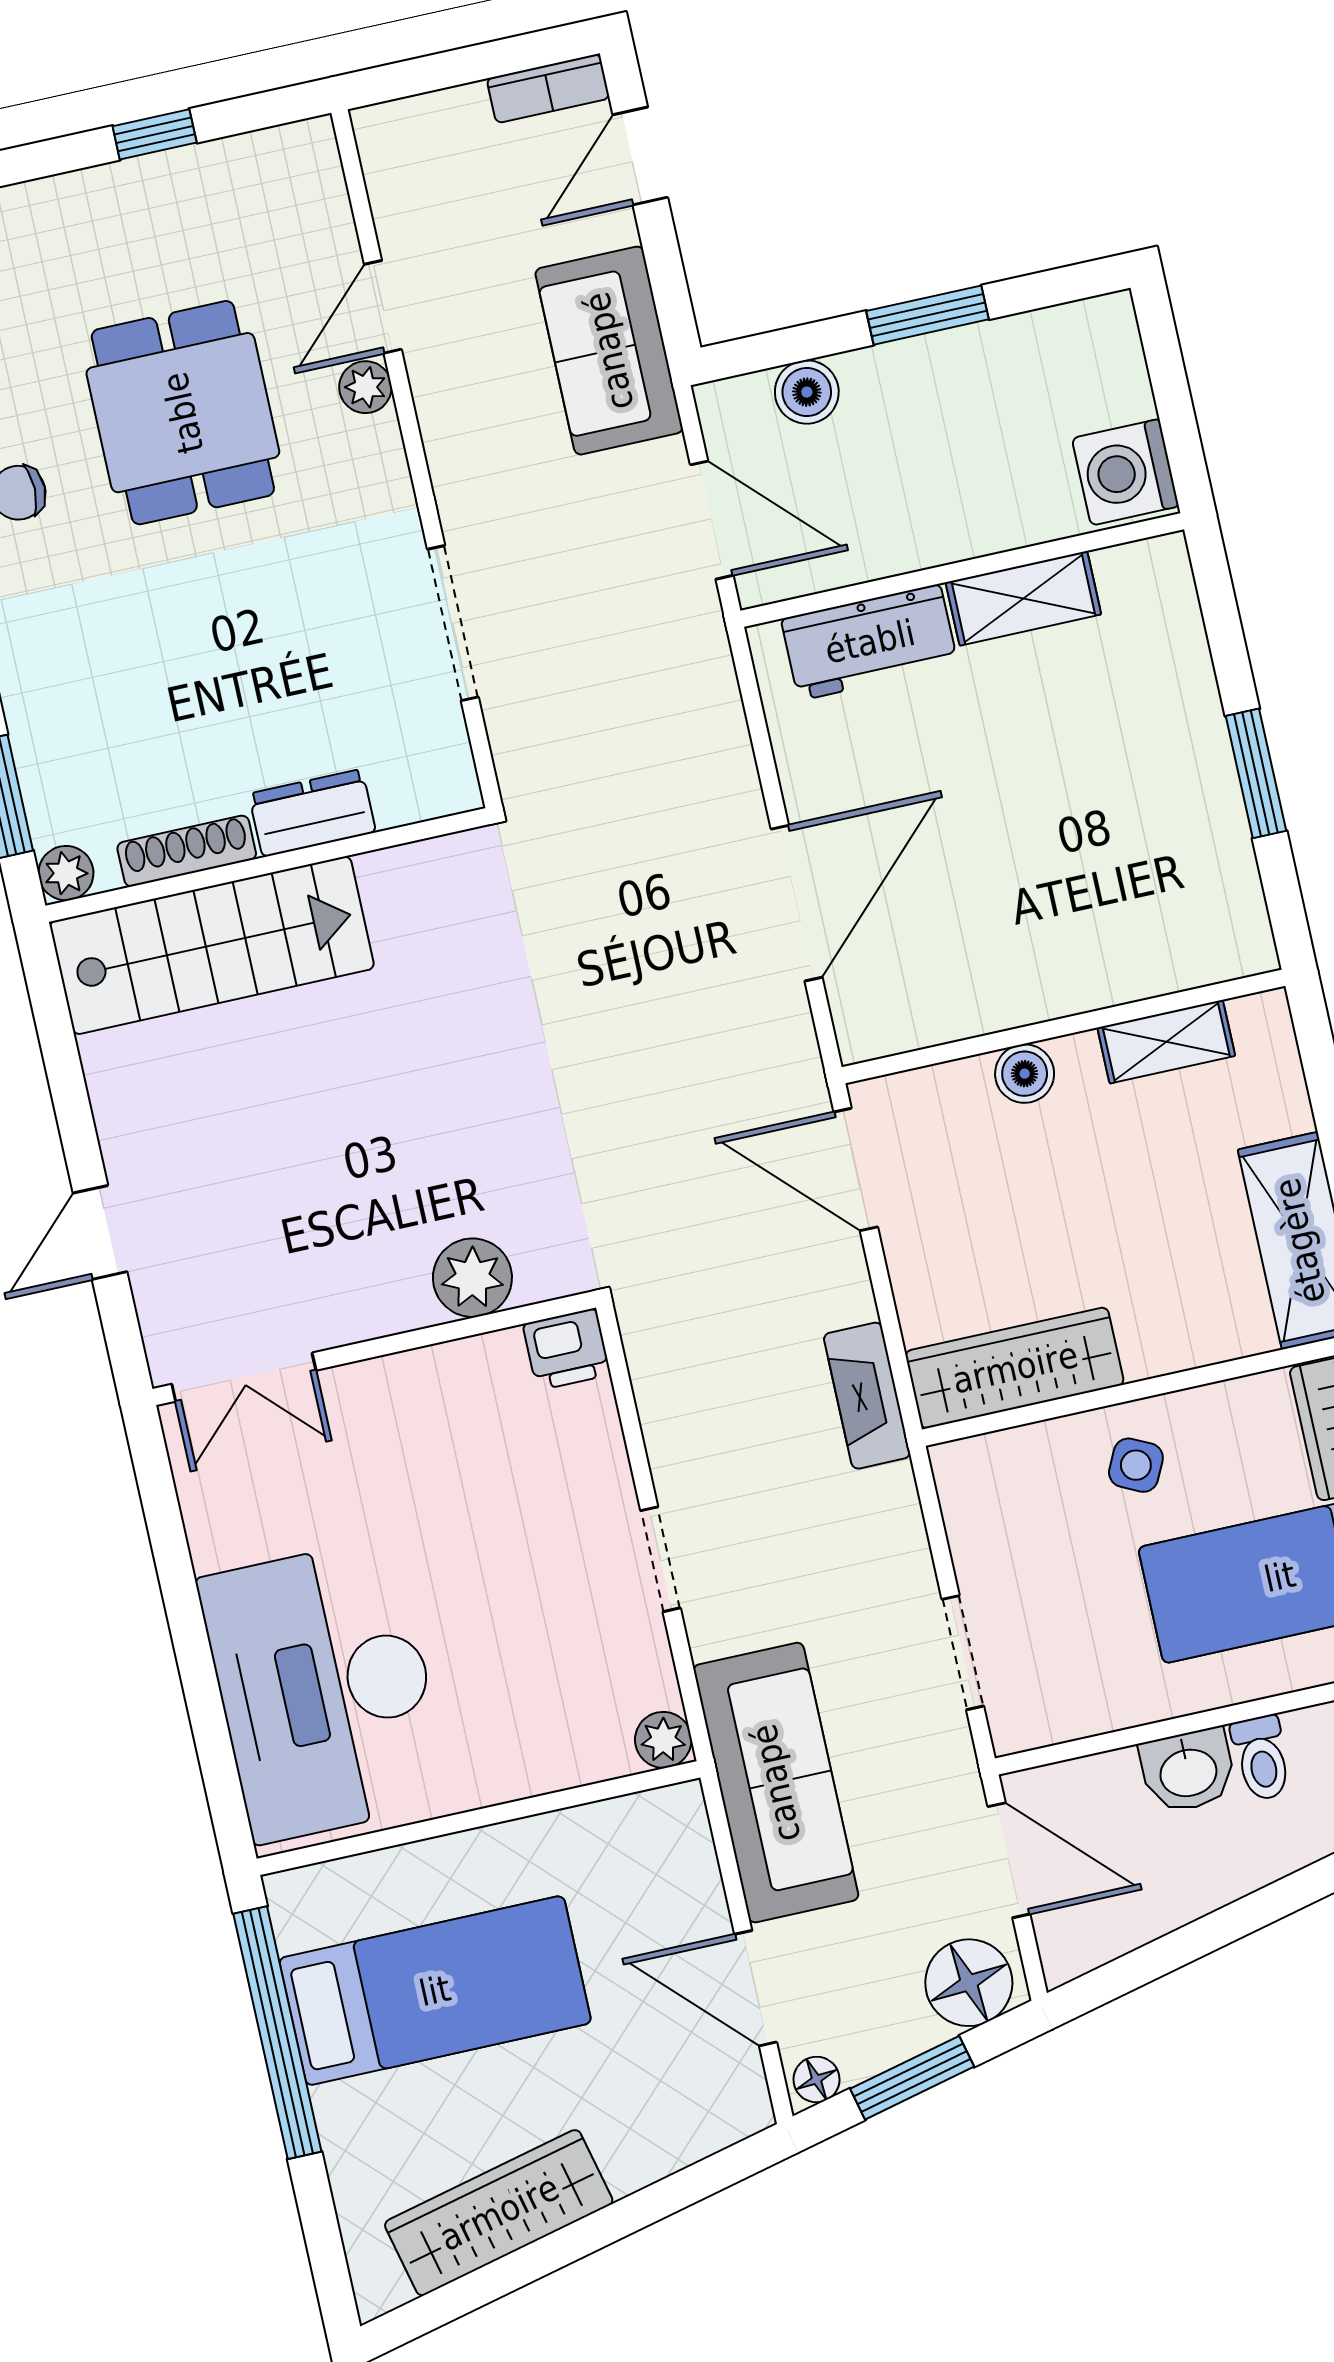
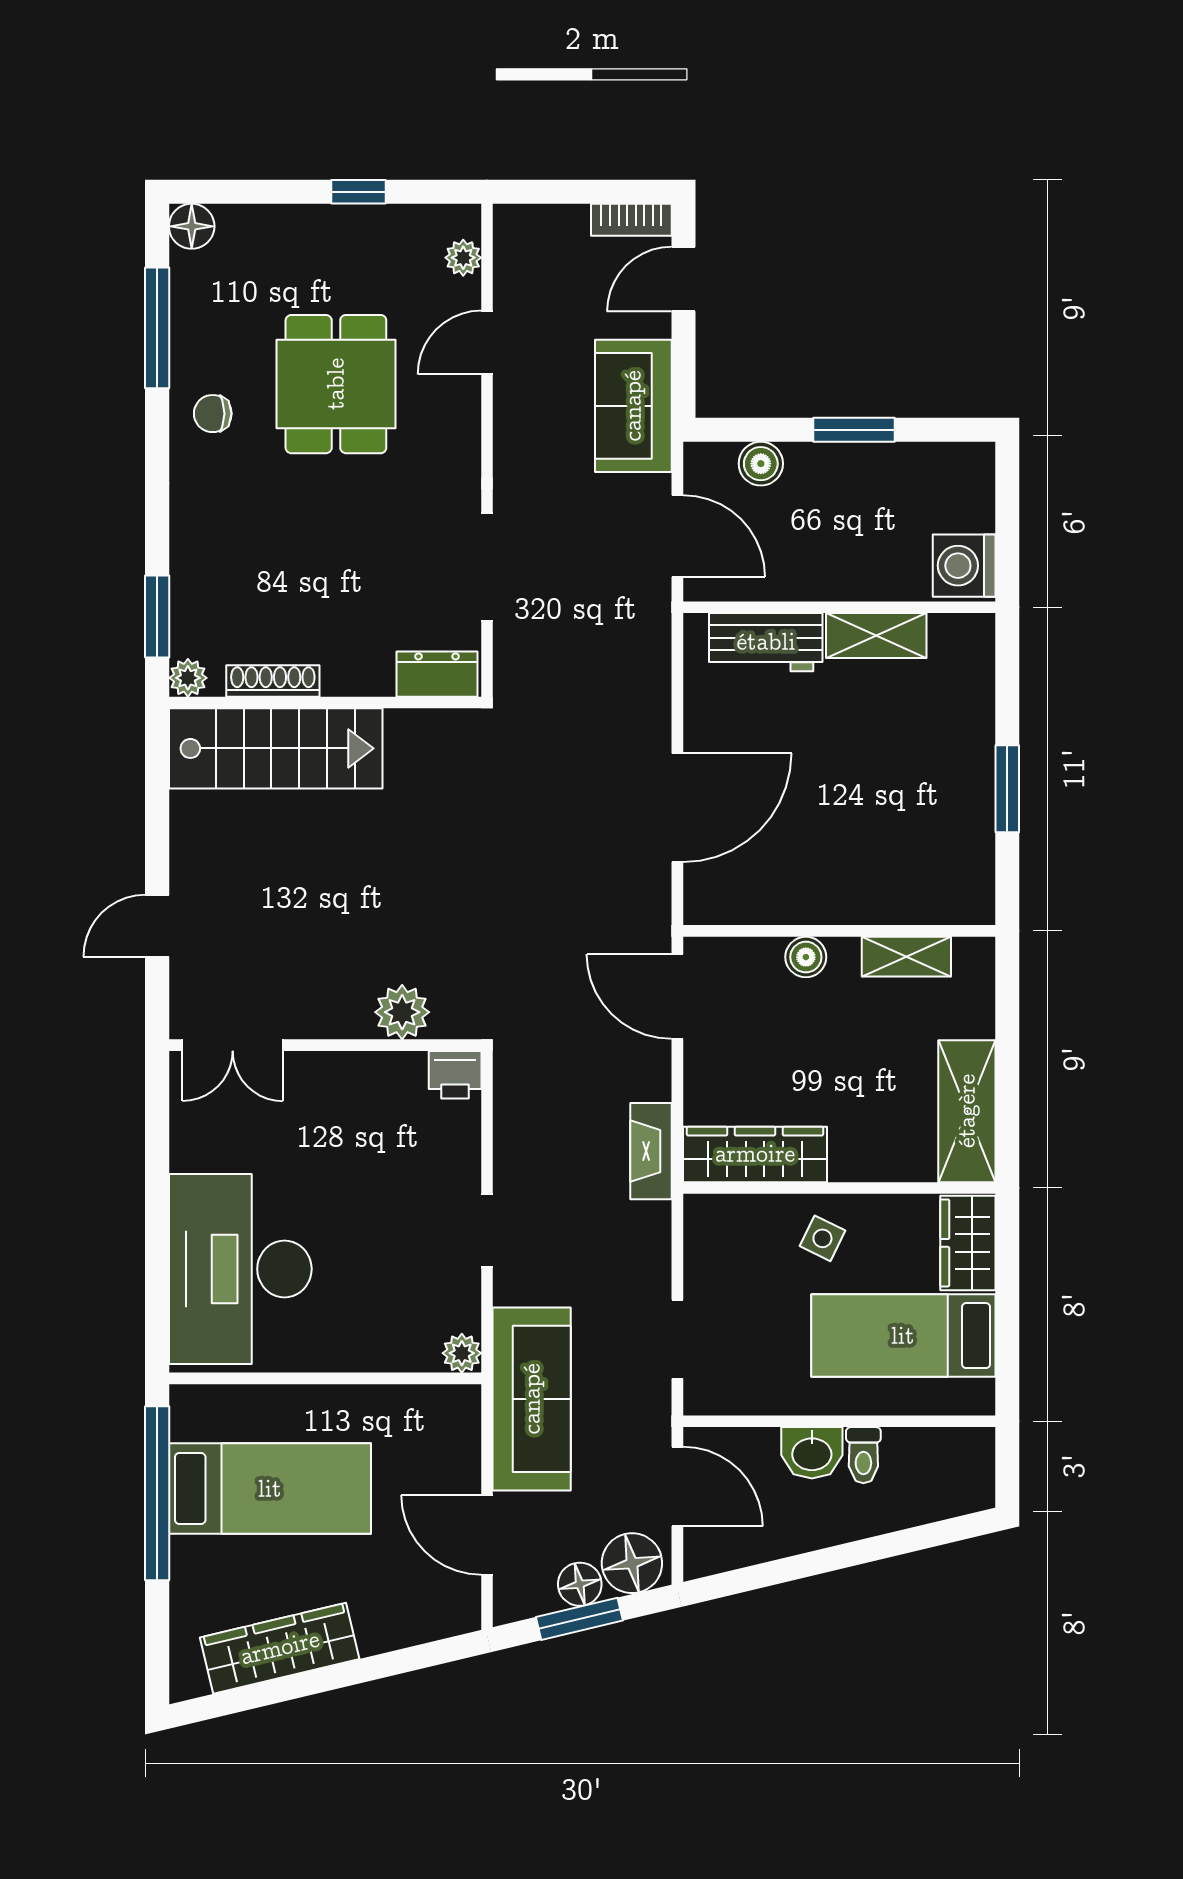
plant: (365, 387) -> (463, 258), moved
dresser: (312, 813) -> (437, 674), moved
floor lamp: (817, 2080) -> (580, 1584), moved, width x1.37, depth x1.37

